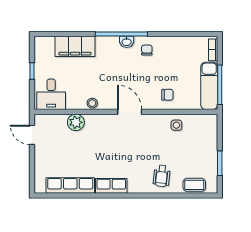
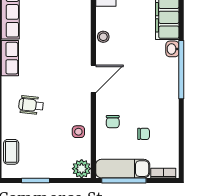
washbasin: (127, 42) -> (172, 49), moved
chair: (147, 50) -> (144, 134), moved
plant: (76, 122) -> (82, 169), moved
wheelchair: (162, 176) -> (31, 105), moved

